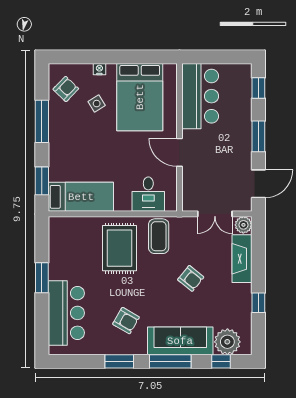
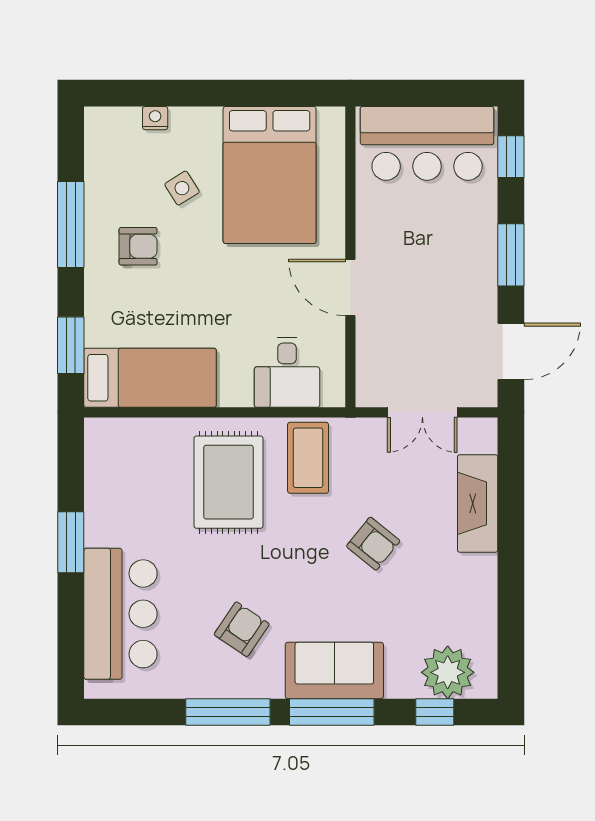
nightstand: (99, 69) -> (155, 118), moved
armchair: (66, 89) -> (138, 246), moved, turned 46
bar counter: (200, 96) -> (427, 143), moved, turned 90
plant: (243, 225) -> (480, 435), removed
window: (258, 303) -> (511, 593), removed
armchair: (126, 321) -> (242, 629), turned -86
sofa: (180, 341) -> (334, 670), width x0.73
window: (119, 361) -> (228, 712), width x1.44

